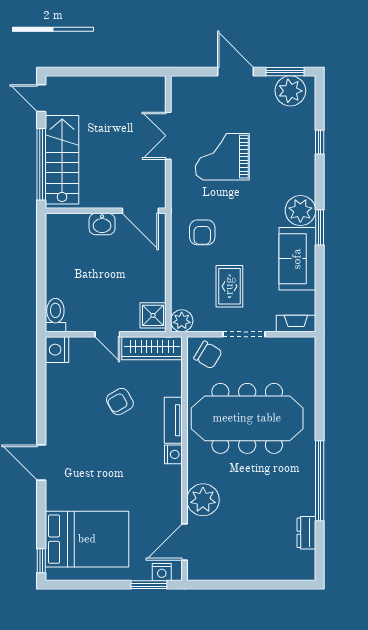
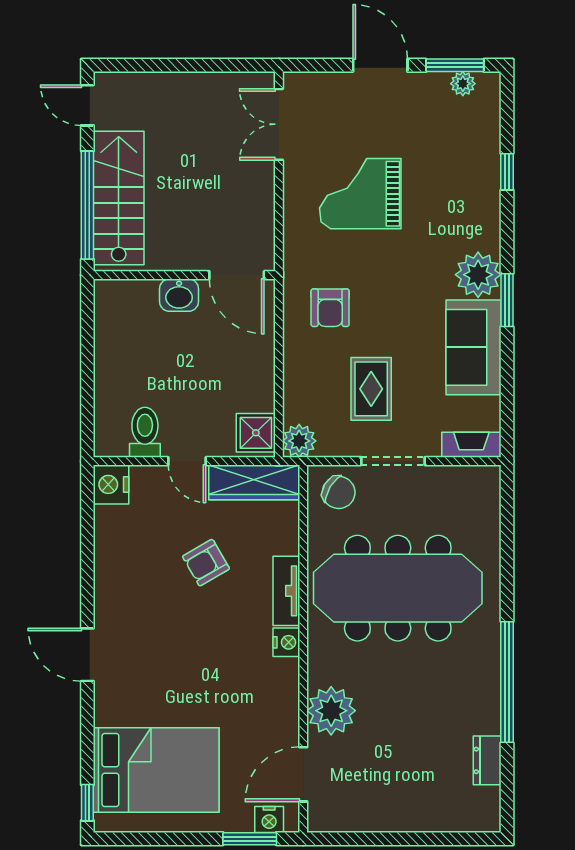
plant: (290, 91) -> (463, 84), width x0.53, depth x0.53
double door: (168, 136) -> (279, 124), moved
toilet: (55, 315) -> (145, 432), moved

